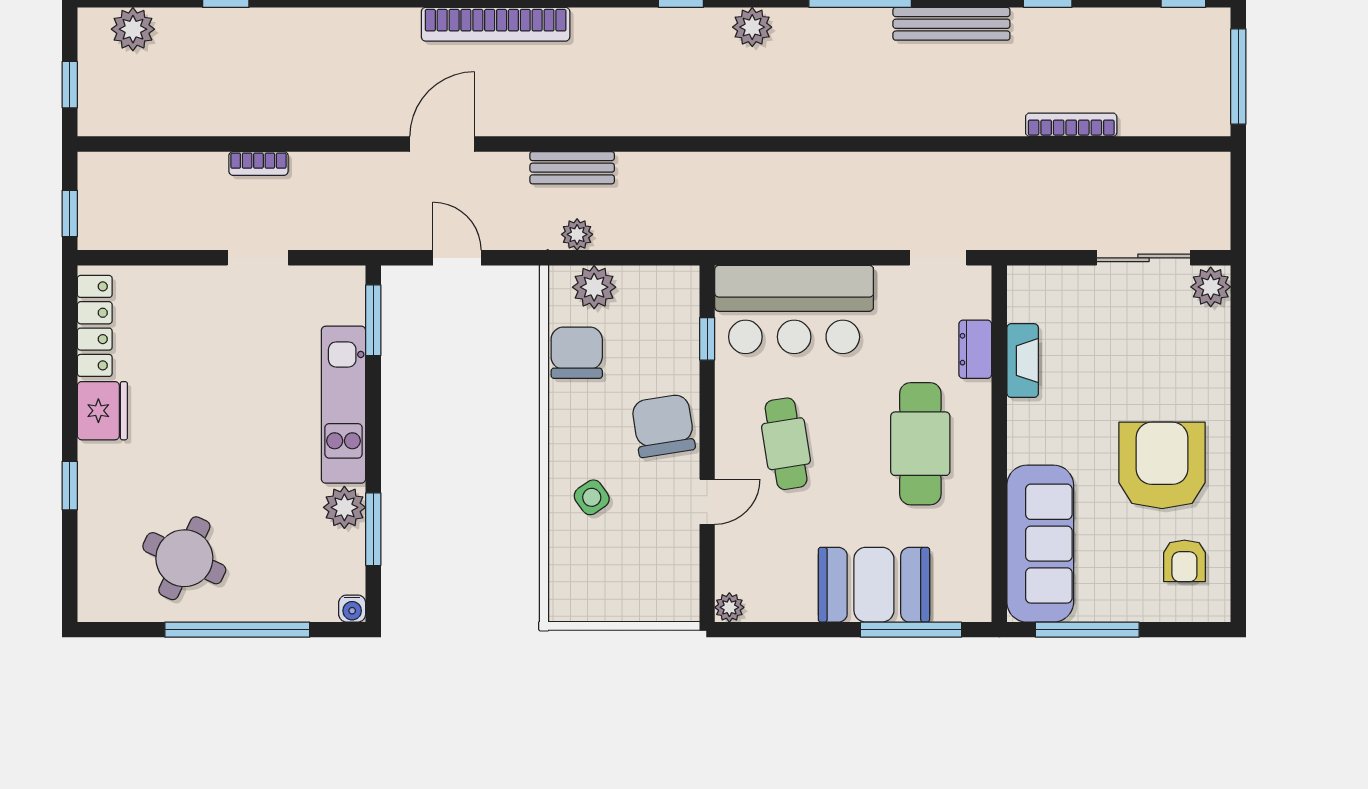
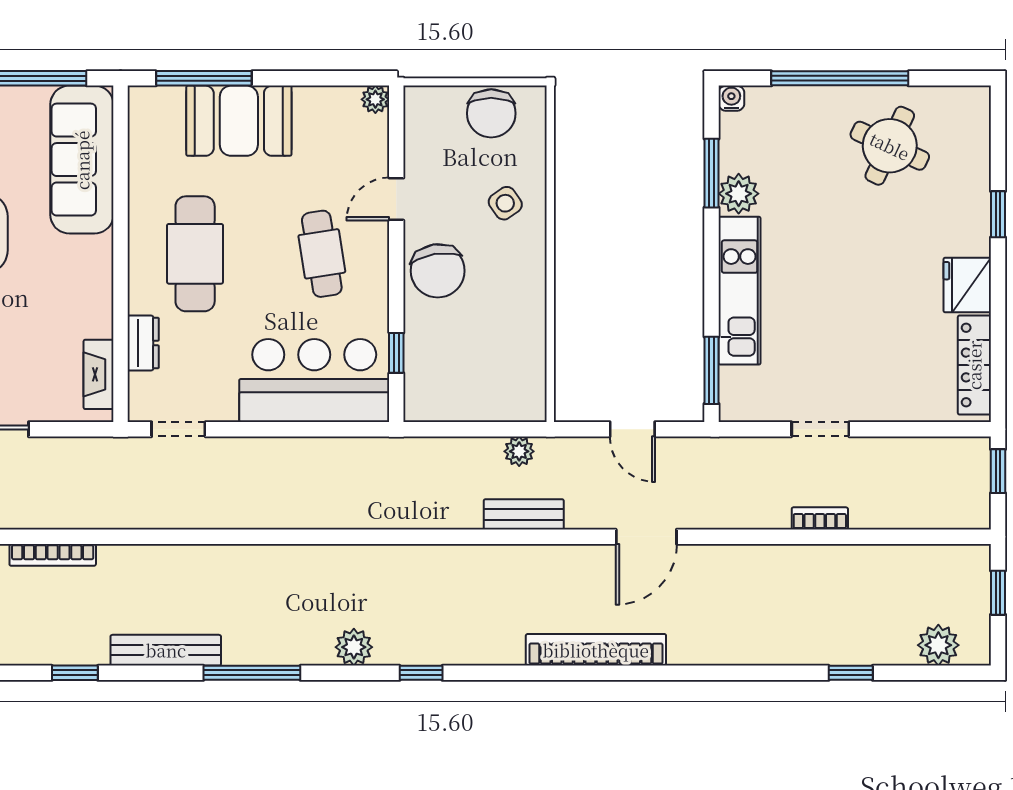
plant: (594, 287) -> (503, 402), removed
chair: (577, 353) -> (491, 113), moved
fireplace: (1023, 361) -> (99, 374), moved

